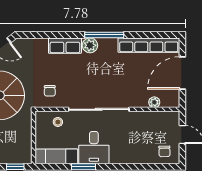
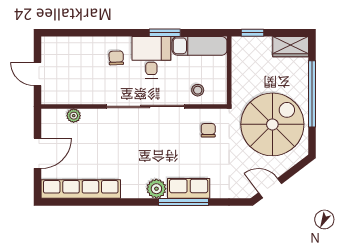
window: (104, 35) -> (183, 202), moved
door: (182, 73) -> (38, 153), width x0.73
chair: (164, 151) -> (116, 58), moved

